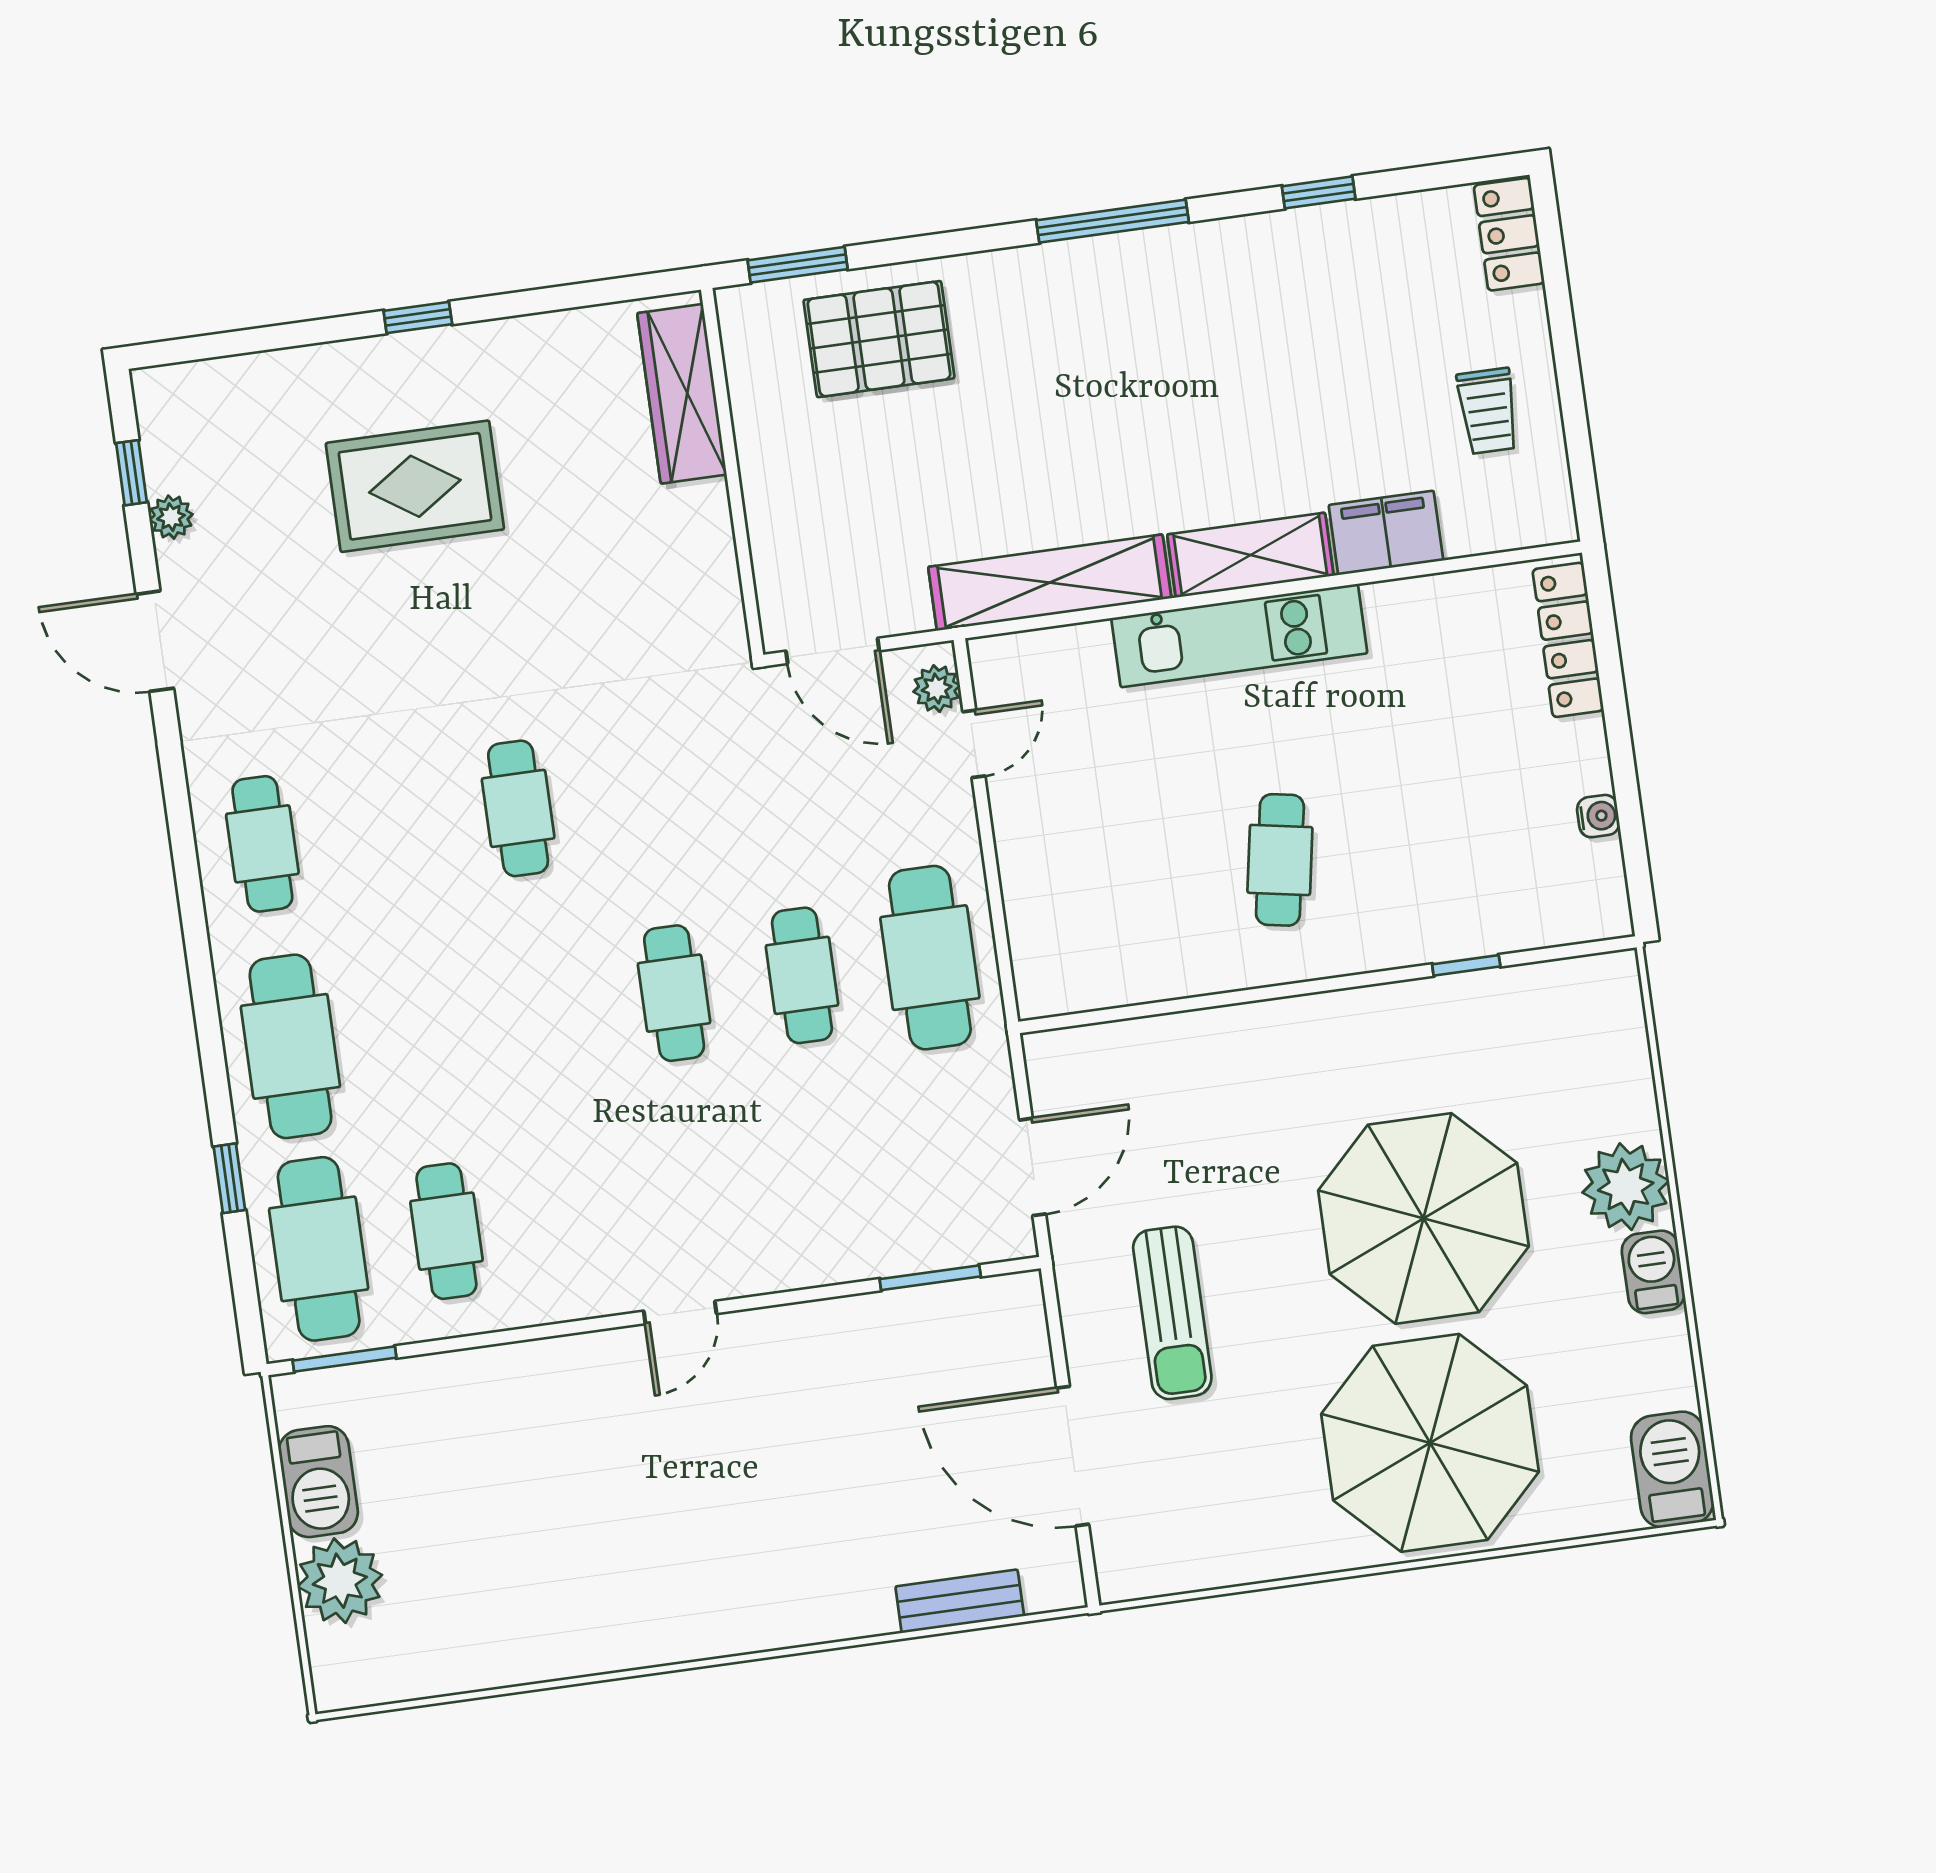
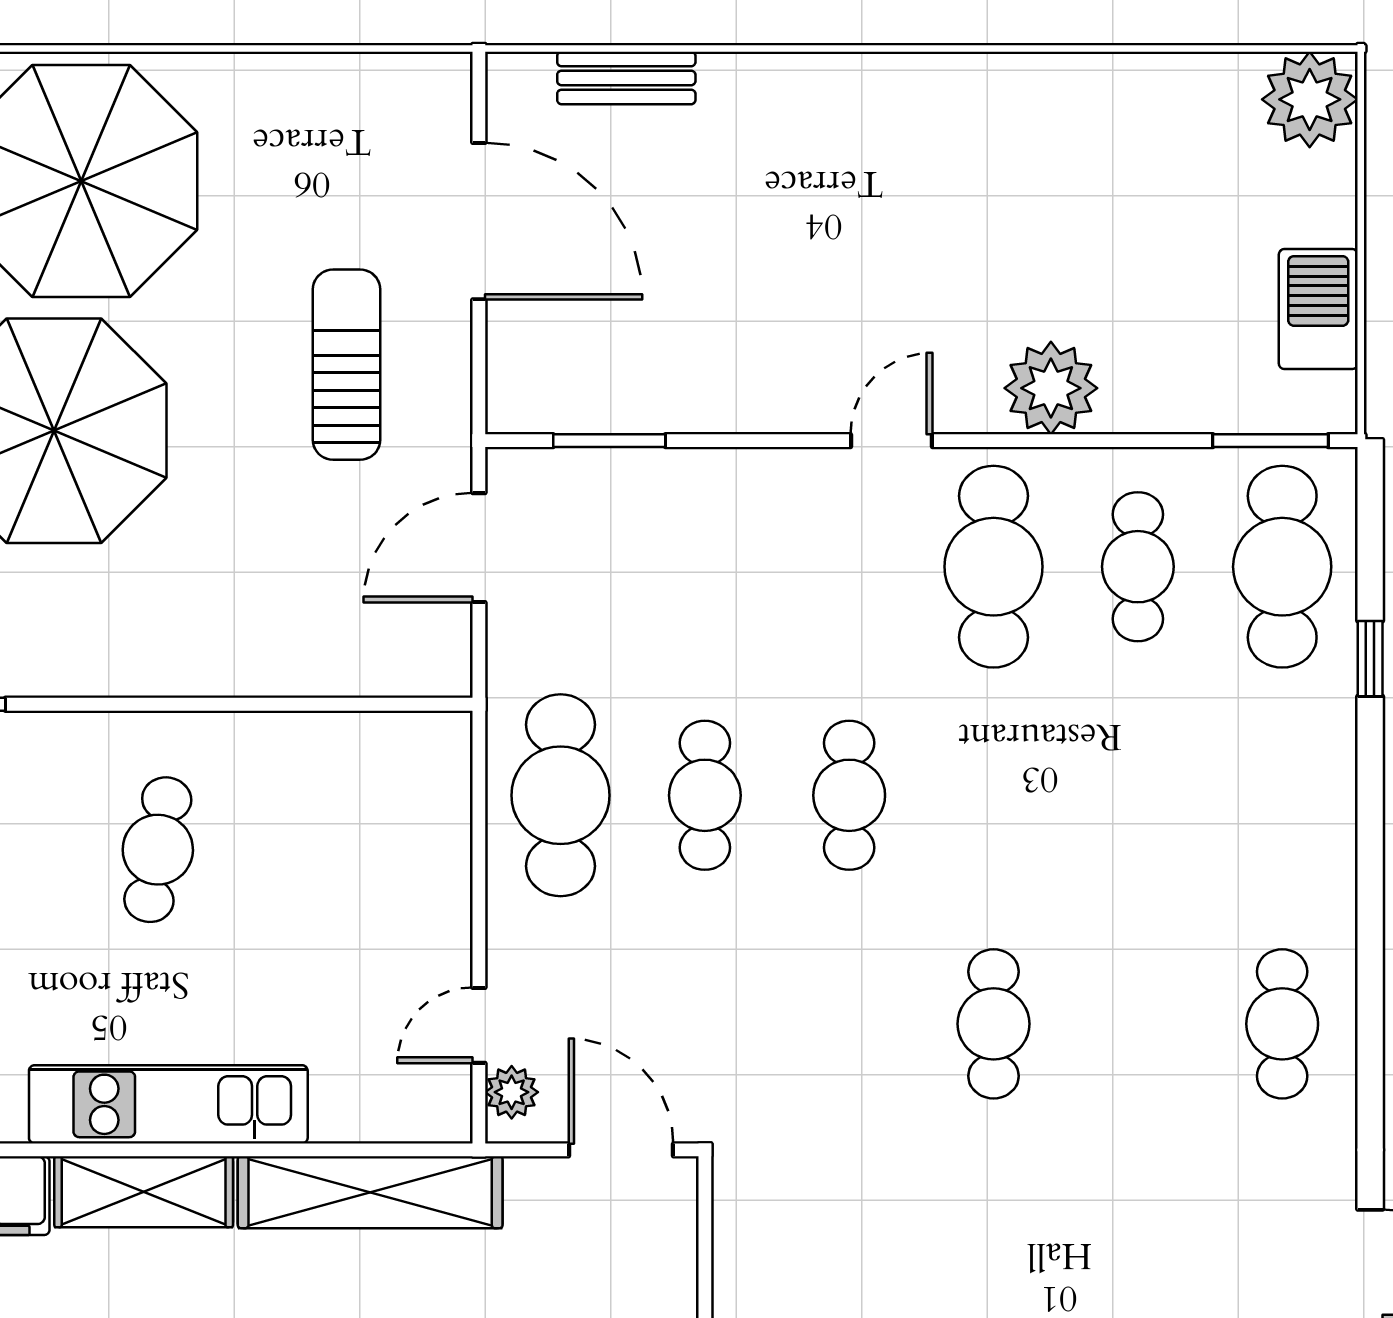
cafe table: (290, 1046) -> (994, 567), moved
plant: (545, 1379) -> (1051, 388), added
plant: (340, 1581) -> (1310, 99), moved

